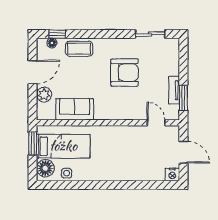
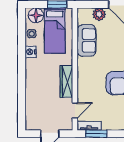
tv unit: (174, 90) -> (89, 126), moved
wardrobe: (123, 133) -> (66, 82), added
nightstand: (172, 175) -> (31, 52), moved

